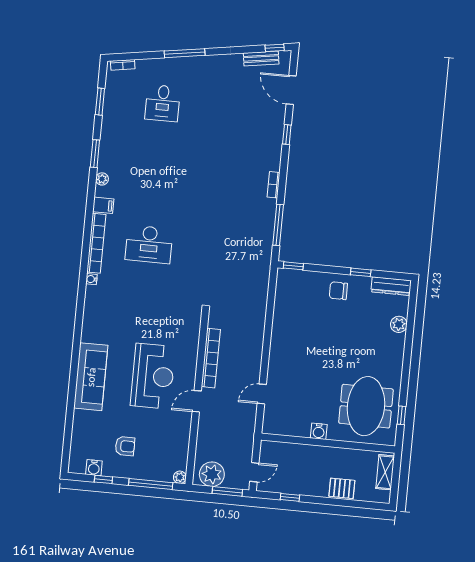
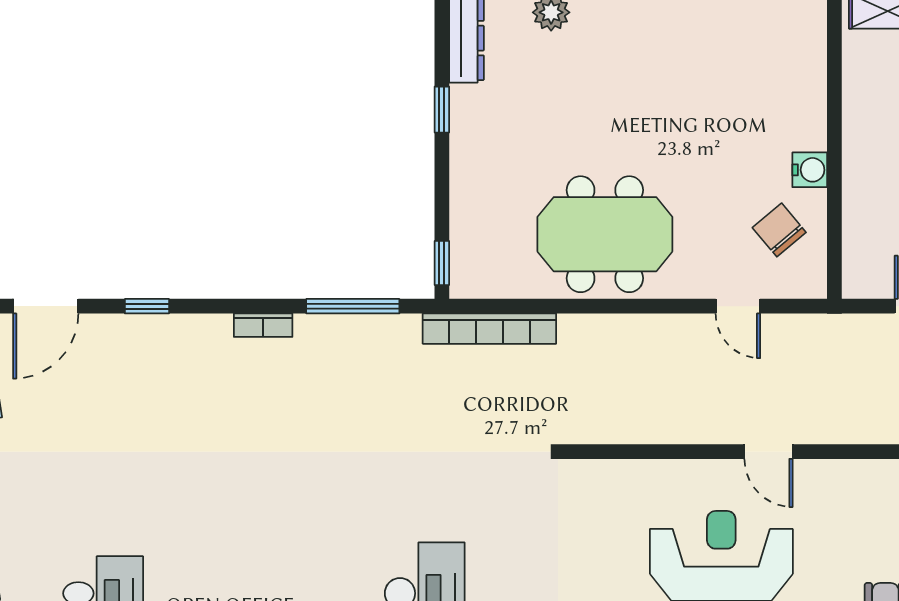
chair: (338, 291) -> (779, 230), moved, turned 140
bookcase: (211, 358) -> (489, 329), moved, turned 180
meeting table: (366, 406) -> (605, 234), moved

